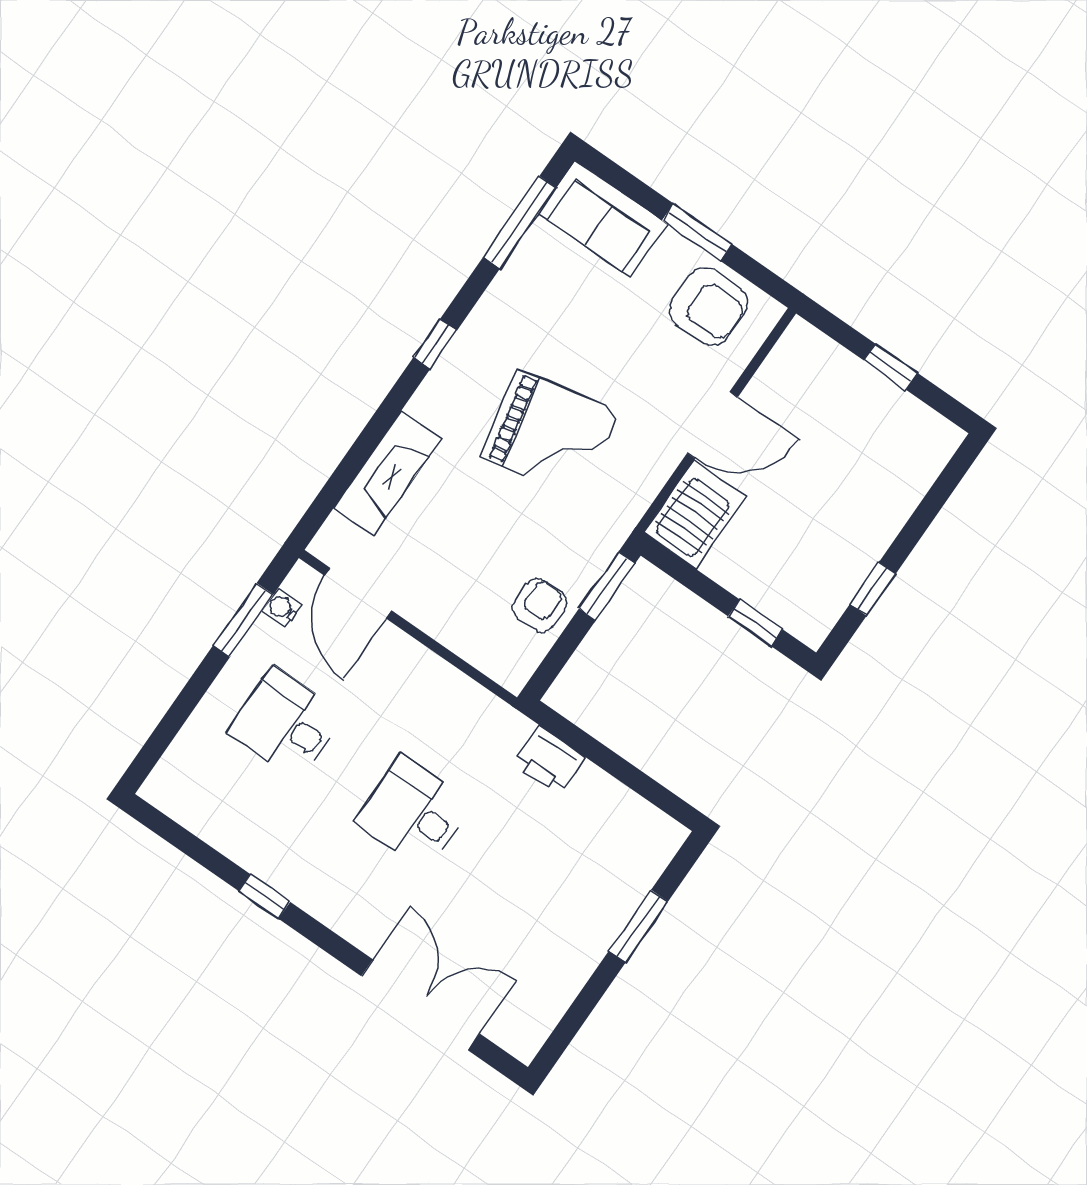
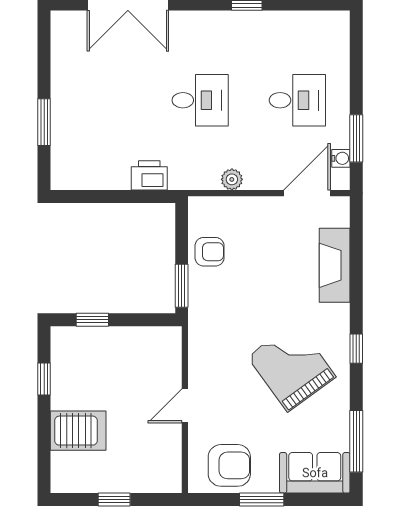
armchair: (708, 307) -> (229, 465), turned 180
door: (712, 425) -> (185, 406), width x0.73
grand piano: (550, 434) -> (292, 367), moved, turned 66
server rack: (695, 514) -> (78, 431), moved, turned -90
door: (358, 593) -> (307, 193), hinge flipped
armchair: (539, 605) -> (210, 252), turned -90
plant: (444, 680) -> (232, 179), added

